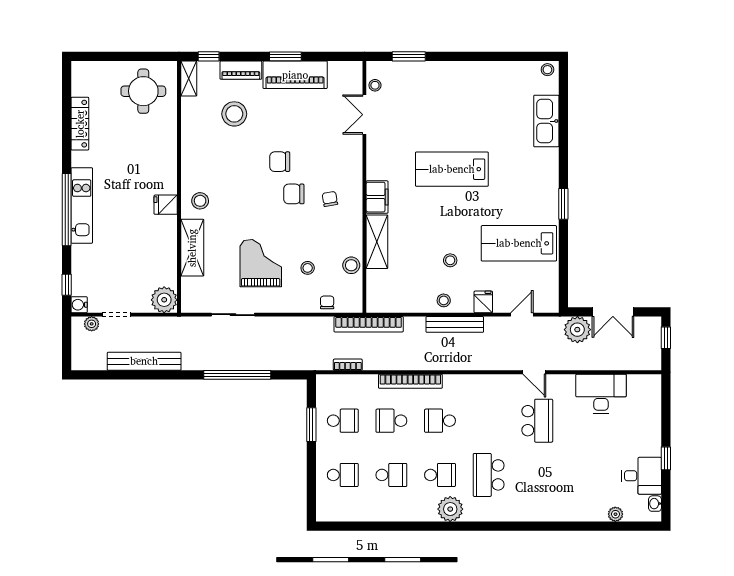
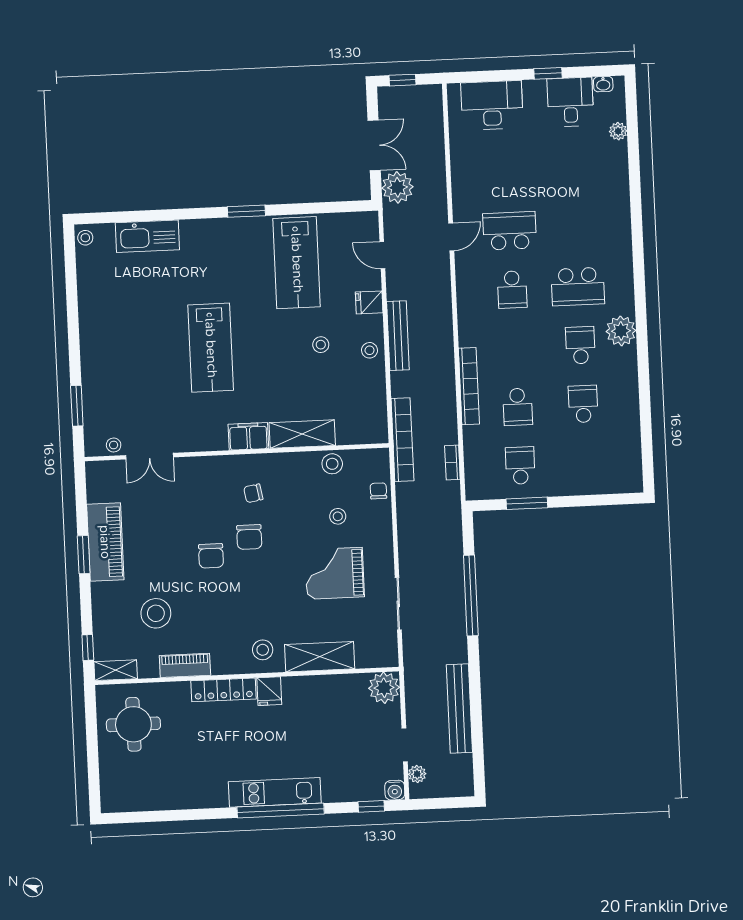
piano: (241, 70) -> (185, 665), moved, turned -90
locker: (80, 124) -> (224, 690), moved, turned 180
chair: (327, 302) -> (378, 491), turned 90
desk: (601, 394) -> (492, 105), moved, turned 90
school desk: (440, 421) -> (512, 289), moved
school desk: (343, 475) -> (586, 463), removed

